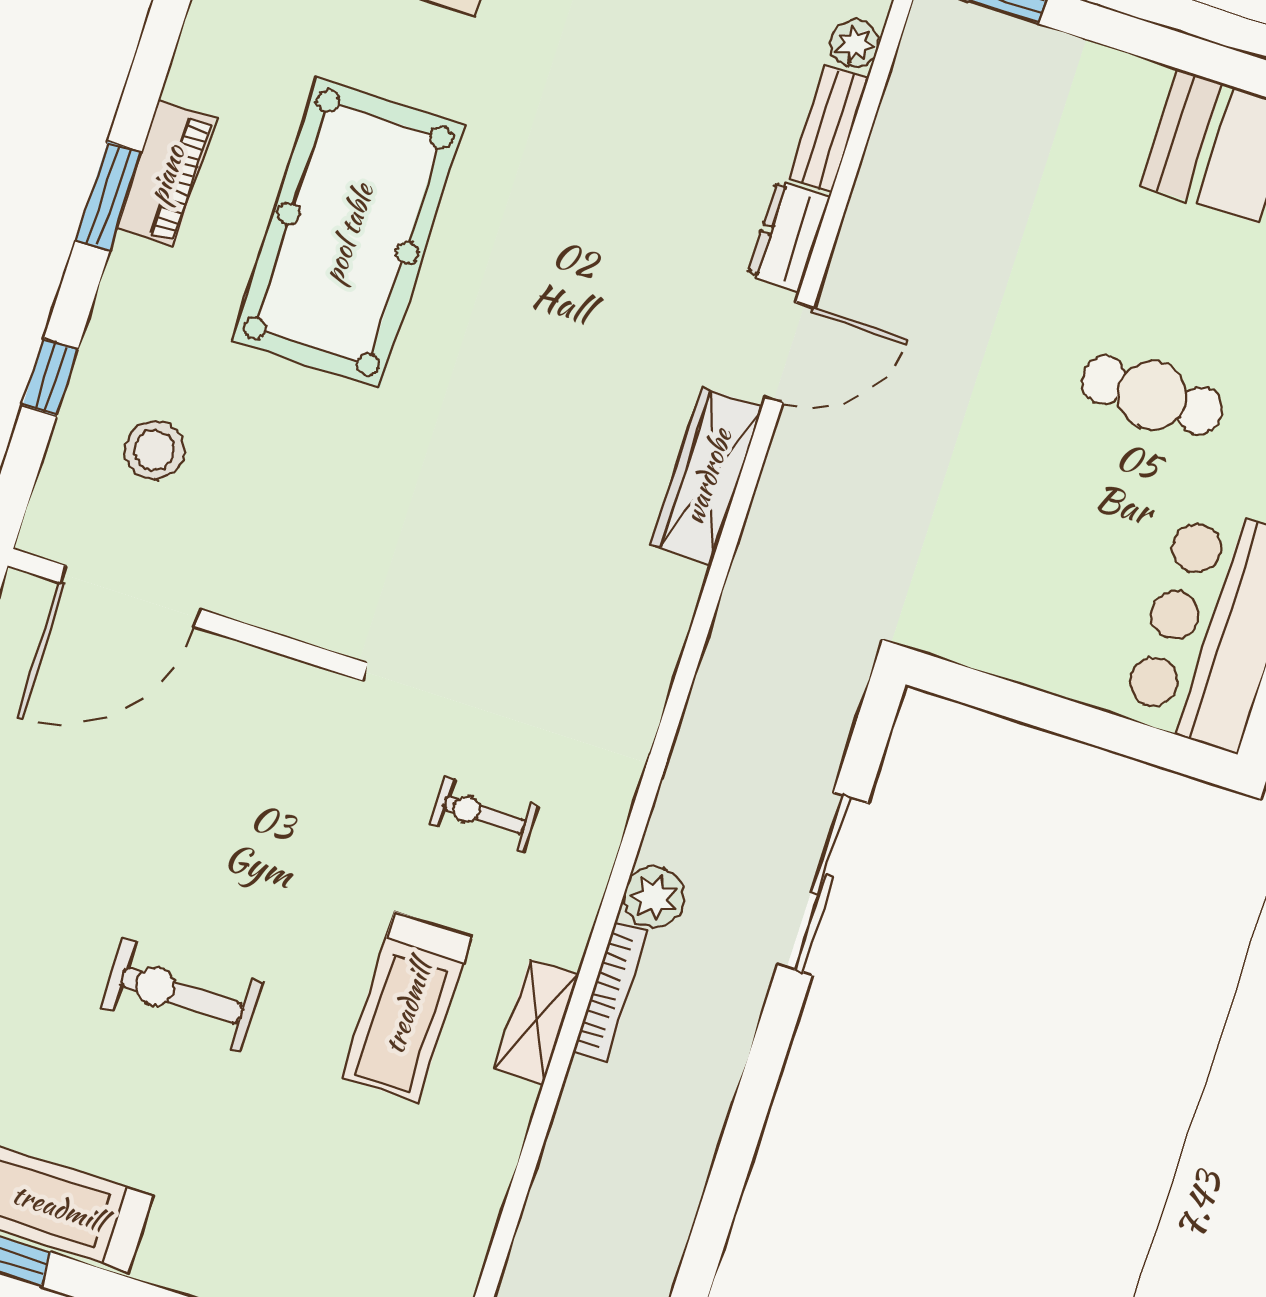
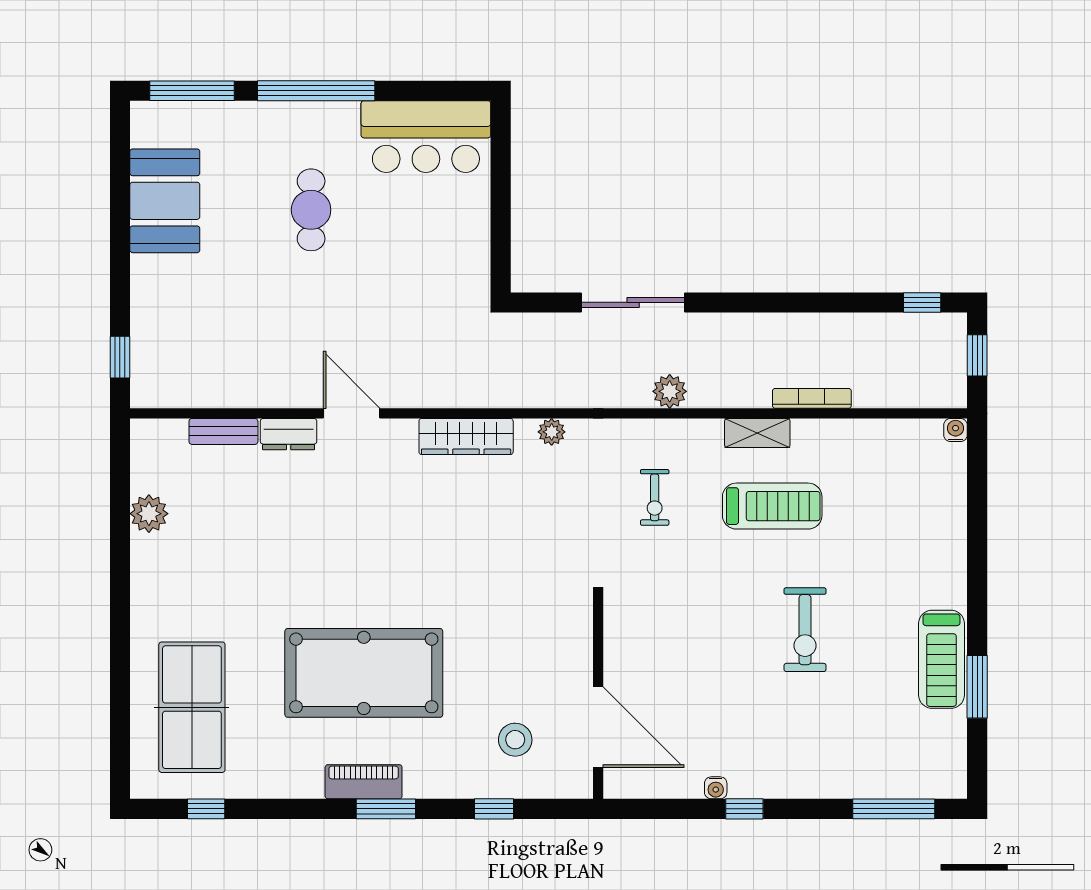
plant: (855, 44) -> (552, 432), moved
wardrobe: (707, 476) -> (466, 436), moved
bookcase: (610, 992) -> (812, 398), moved

